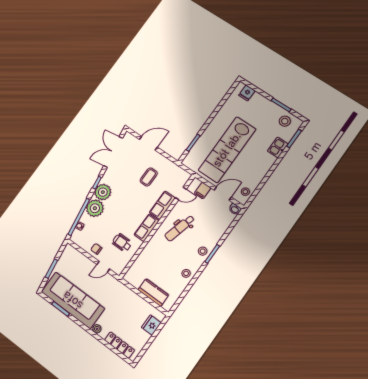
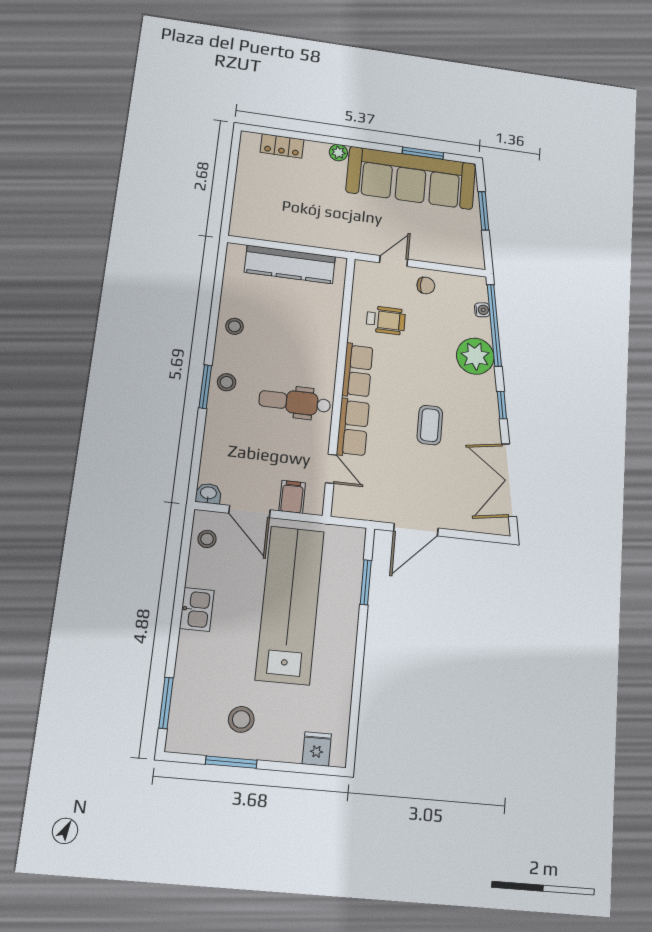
stool: (285, 121) -> (241, 719), moved
door: (148, 143) -> (416, 530), moved
kitchen sink: (278, 147) -> (197, 609), moved
double door: (113, 152) -> (509, 480), swing flipped
coffee table: (149, 177) -> (430, 425), moved
plant: (103, 192) -> (480, 393), removed
door: (181, 193) -> (331, 469), swing flipped
door: (223, 194) -> (250, 511), hinge flipped
dental chair: (180, 228) -> (295, 402), turned -105
kitchen counter: (153, 292) -> (290, 264), width x1.50
fridge: (151, 325) -> (245, 206), removed
locker: (119, 345) -> (282, 146), width x0.66

